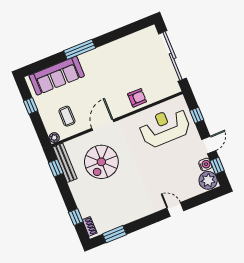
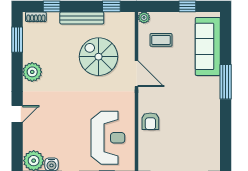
bench: (65, 163) -> (82, 18), moved
plant: (136, 211) -> (32, 72), added

